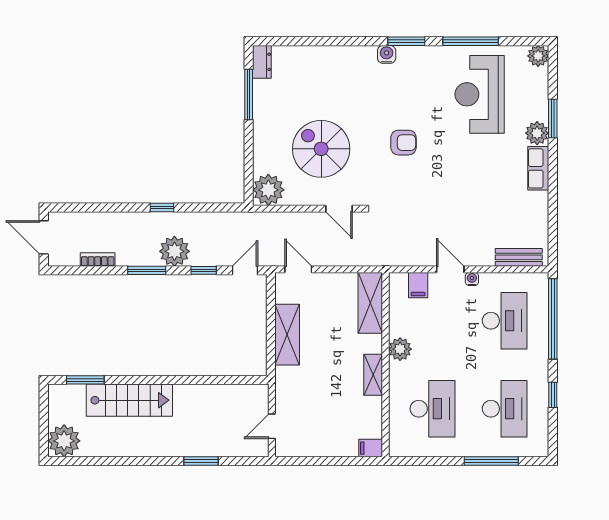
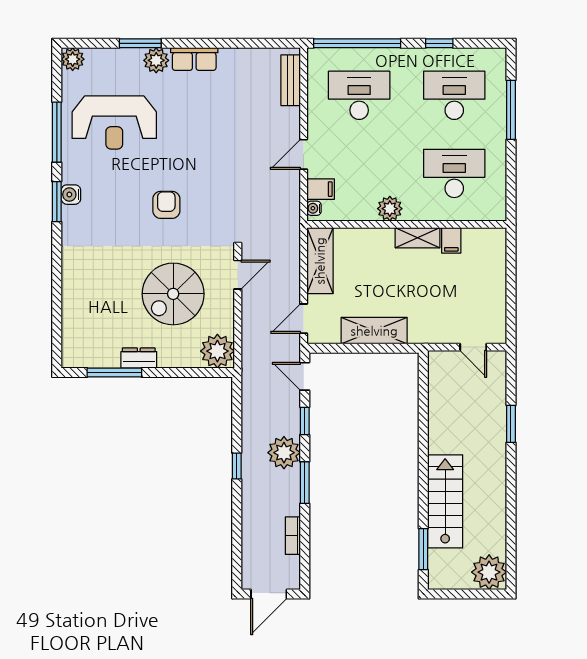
water cooler: (387, 54) -> (71, 195), moved
dresser: (262, 62) -> (139, 358), moved
water cooler: (472, 279) -> (314, 208), moved
shelving: (370, 303) -> (320, 261), moved, turned 90
filing cabinet: (371, 448) -> (451, 240), moved

